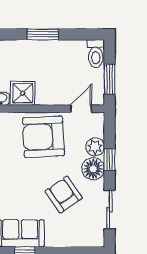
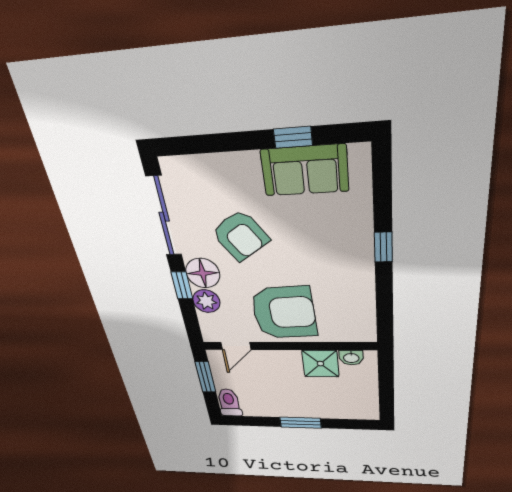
sliding door: (110, 209) -> (164, 217), width x1.37

